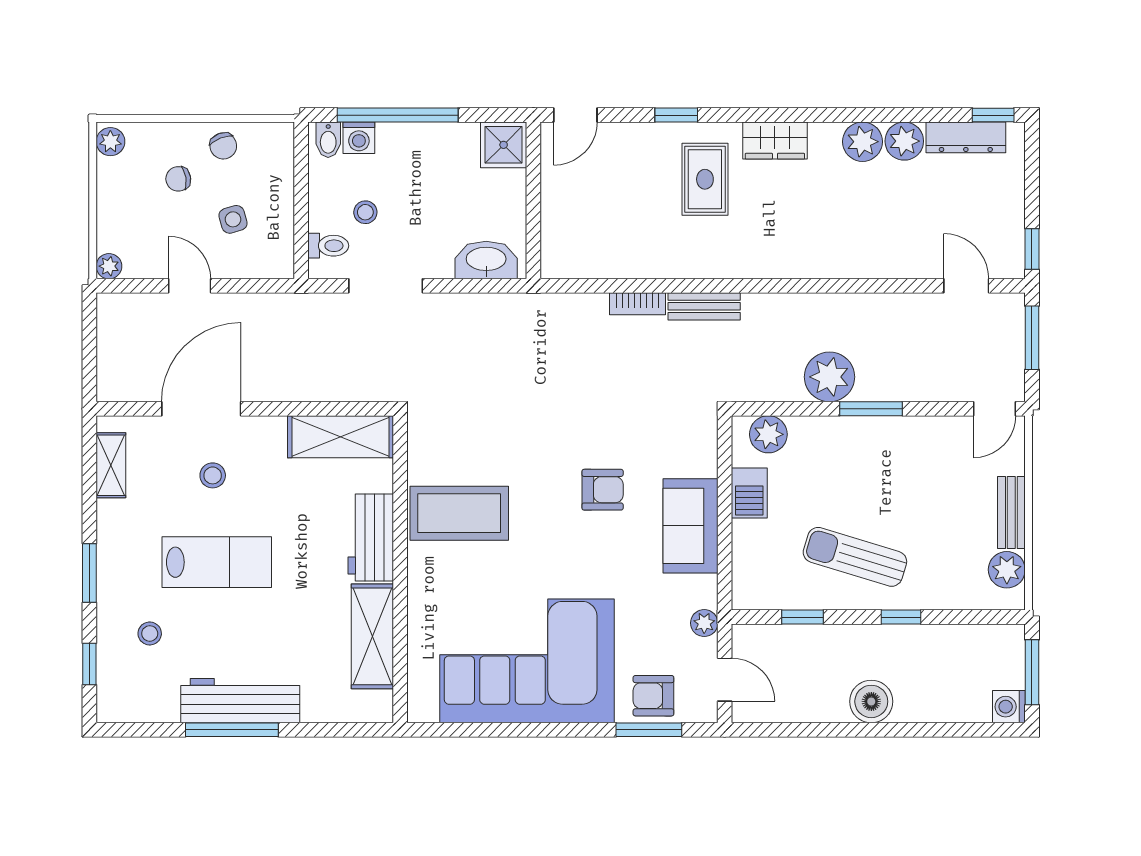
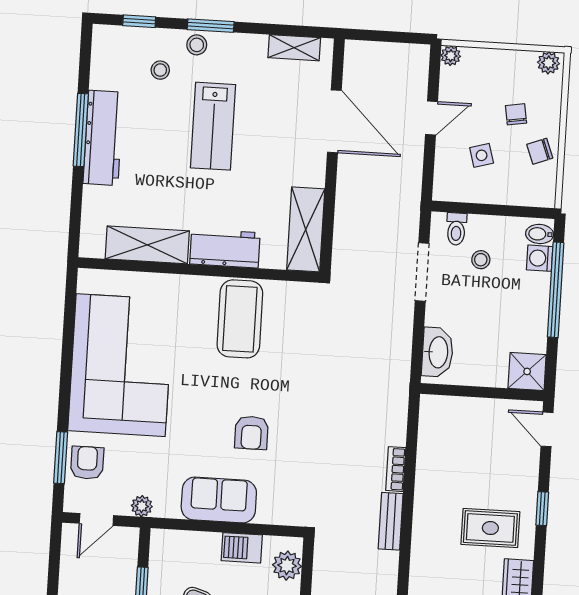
stool: (213, 475) -> (197, 45), moved

